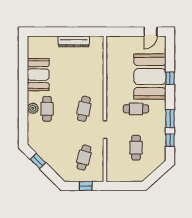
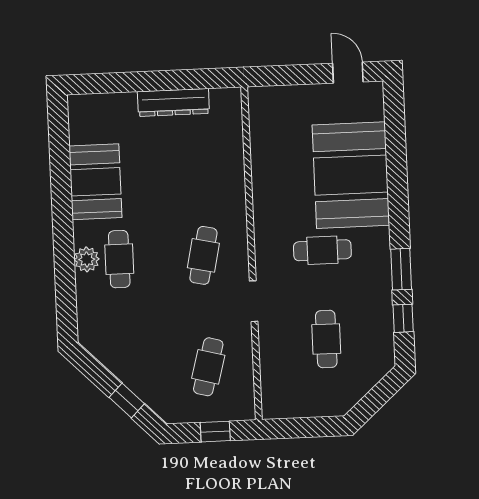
door: (151, 32) -> (348, 73), swing flipped
window: (170, 78) -> (397, 177), removed
window: (38, 161) -> (127, 401), moved

